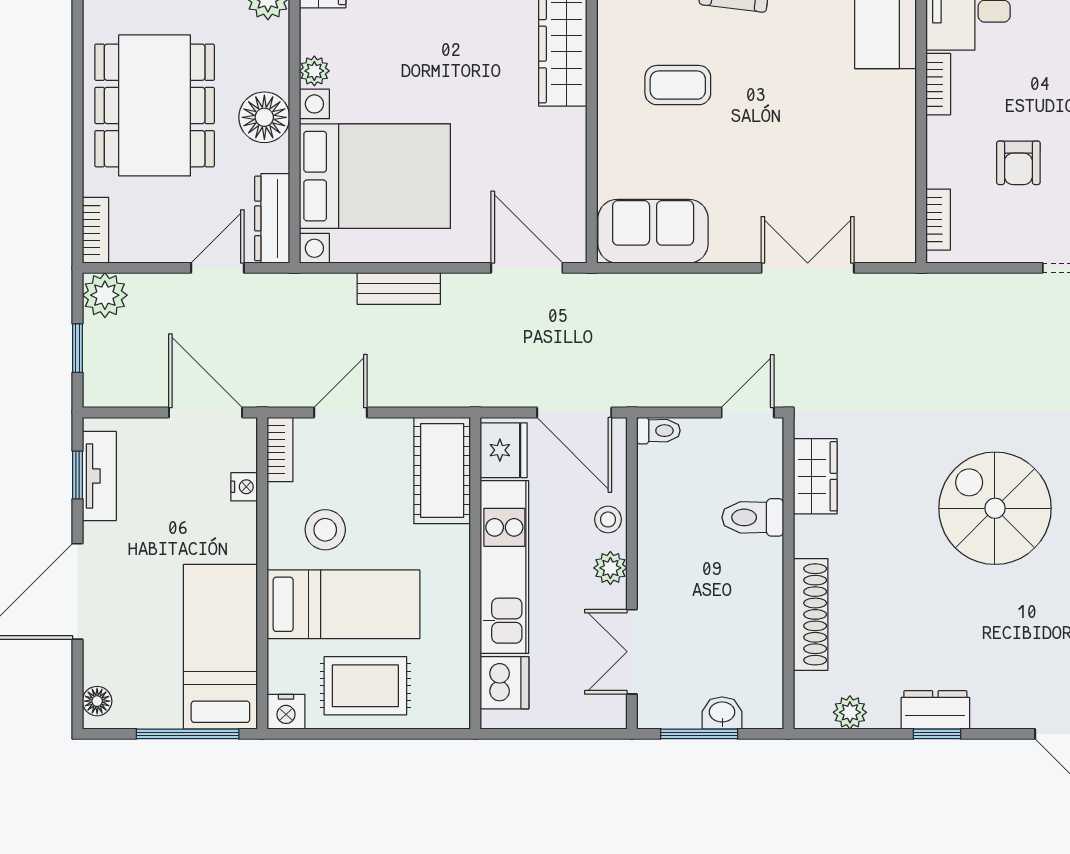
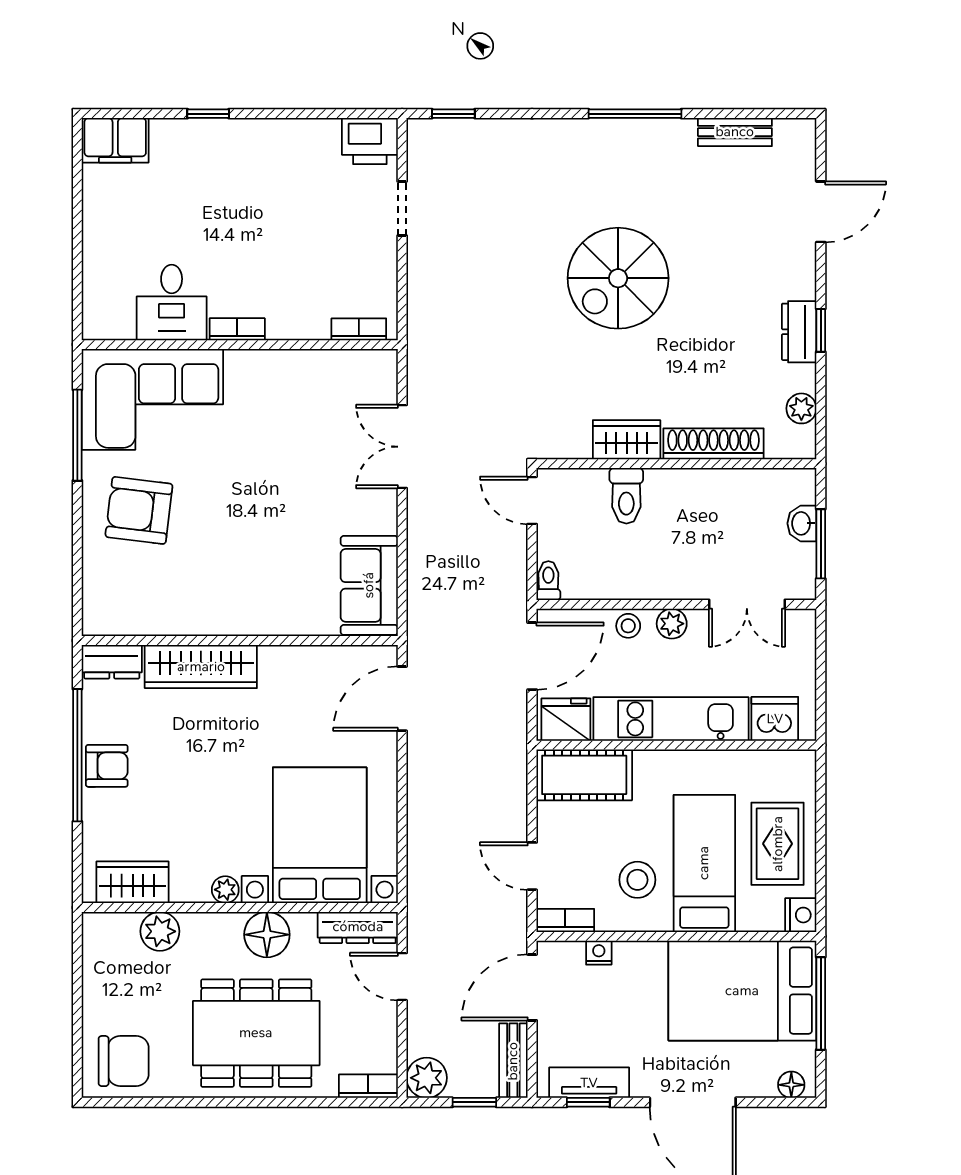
coffee table: (678, 85) -> (238, 563), removed
armchair: (1018, 163) -> (308, 257), removed
bench: (399, 289) -> (513, 1061), moved
wardrobe: (815, 476) -> (627, 440), moved
bed: (220, 647) -> (742, 991), width x1.50

